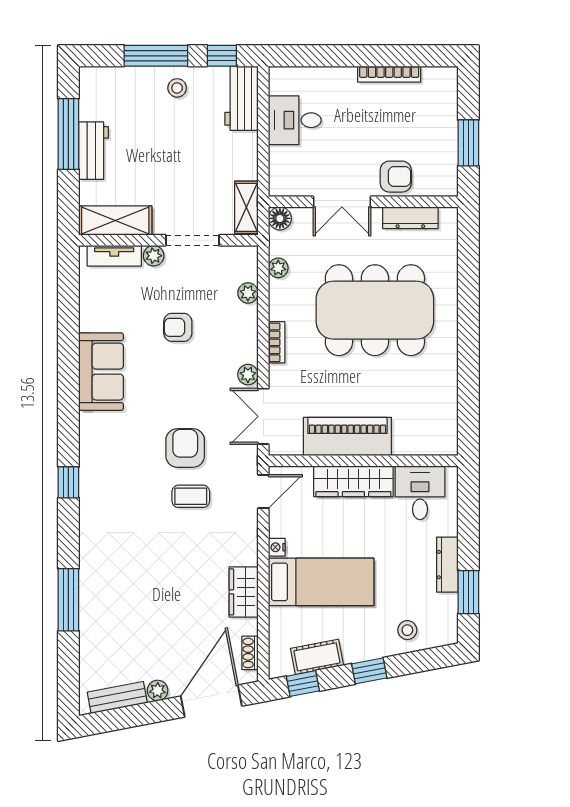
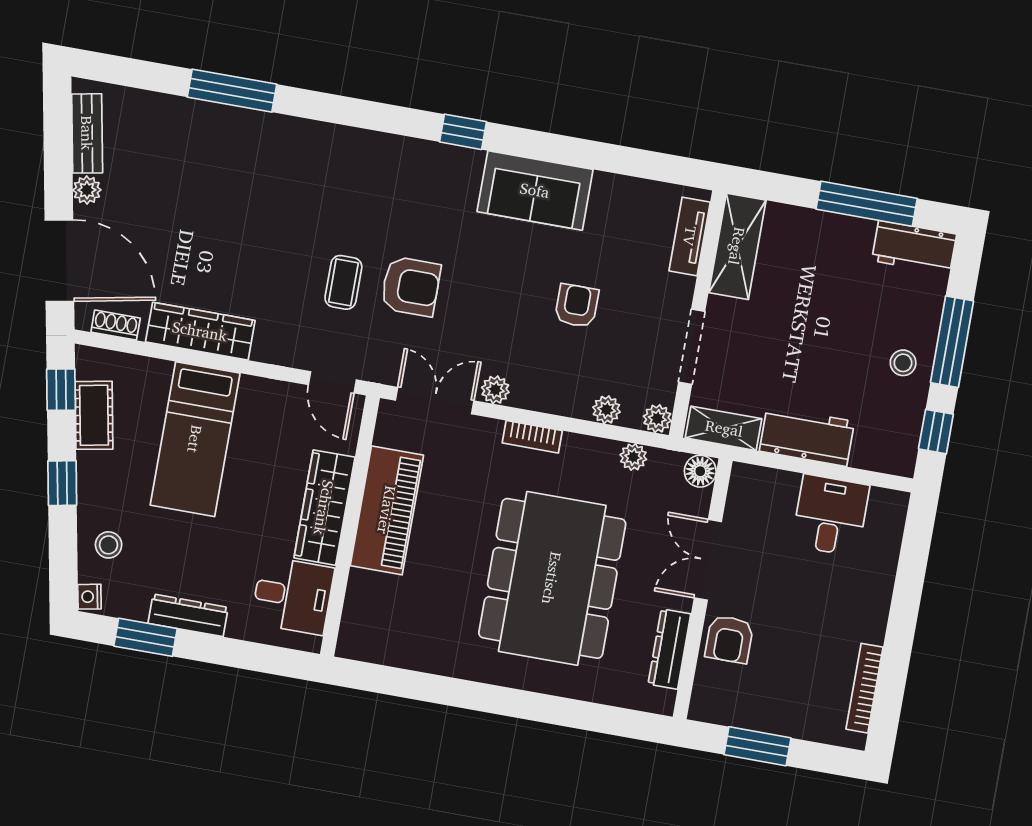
bookcase: (389, 74) -> (865, 688), moved
workbench: (242, 98) -> (807, 436), moved
workbench: (94, 151) -> (914, 247), moved
plant: (154, 256) -> (657, 419), moved
window: (68, 482) -> (463, 132), moved
nightstand: (277, 547) -> (89, 597), moved, turned -101
wardrobe: (244, 592) -> (200, 331), width x1.50

